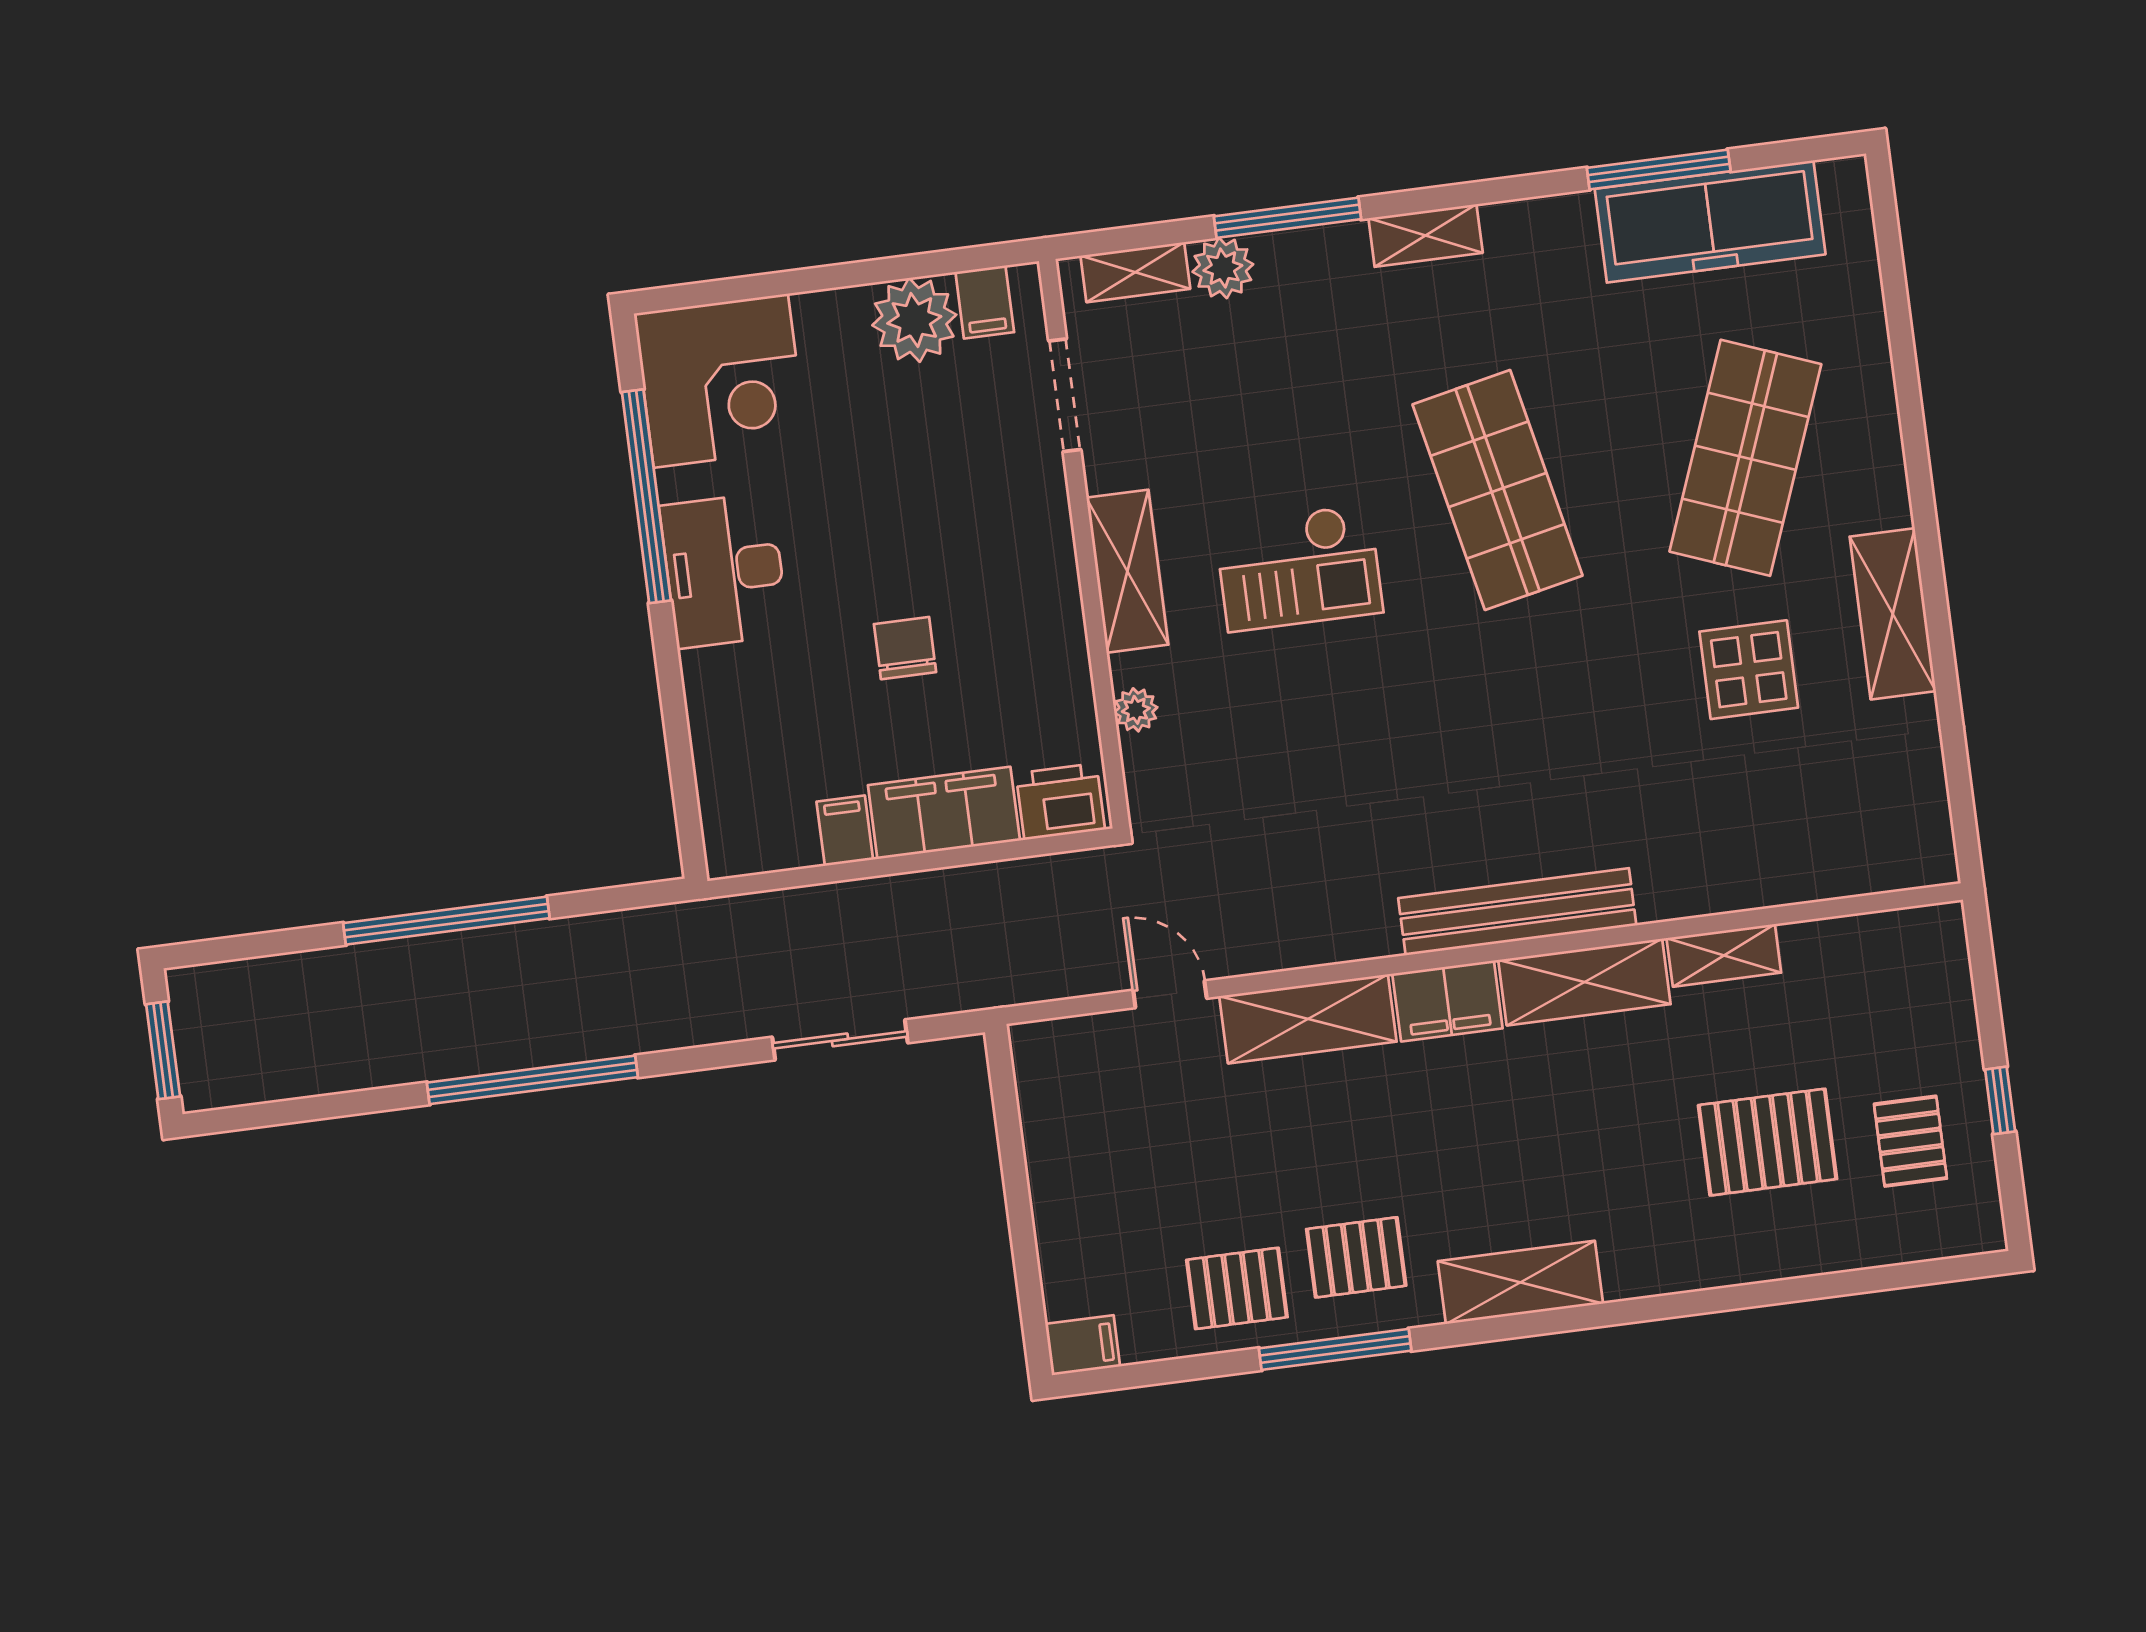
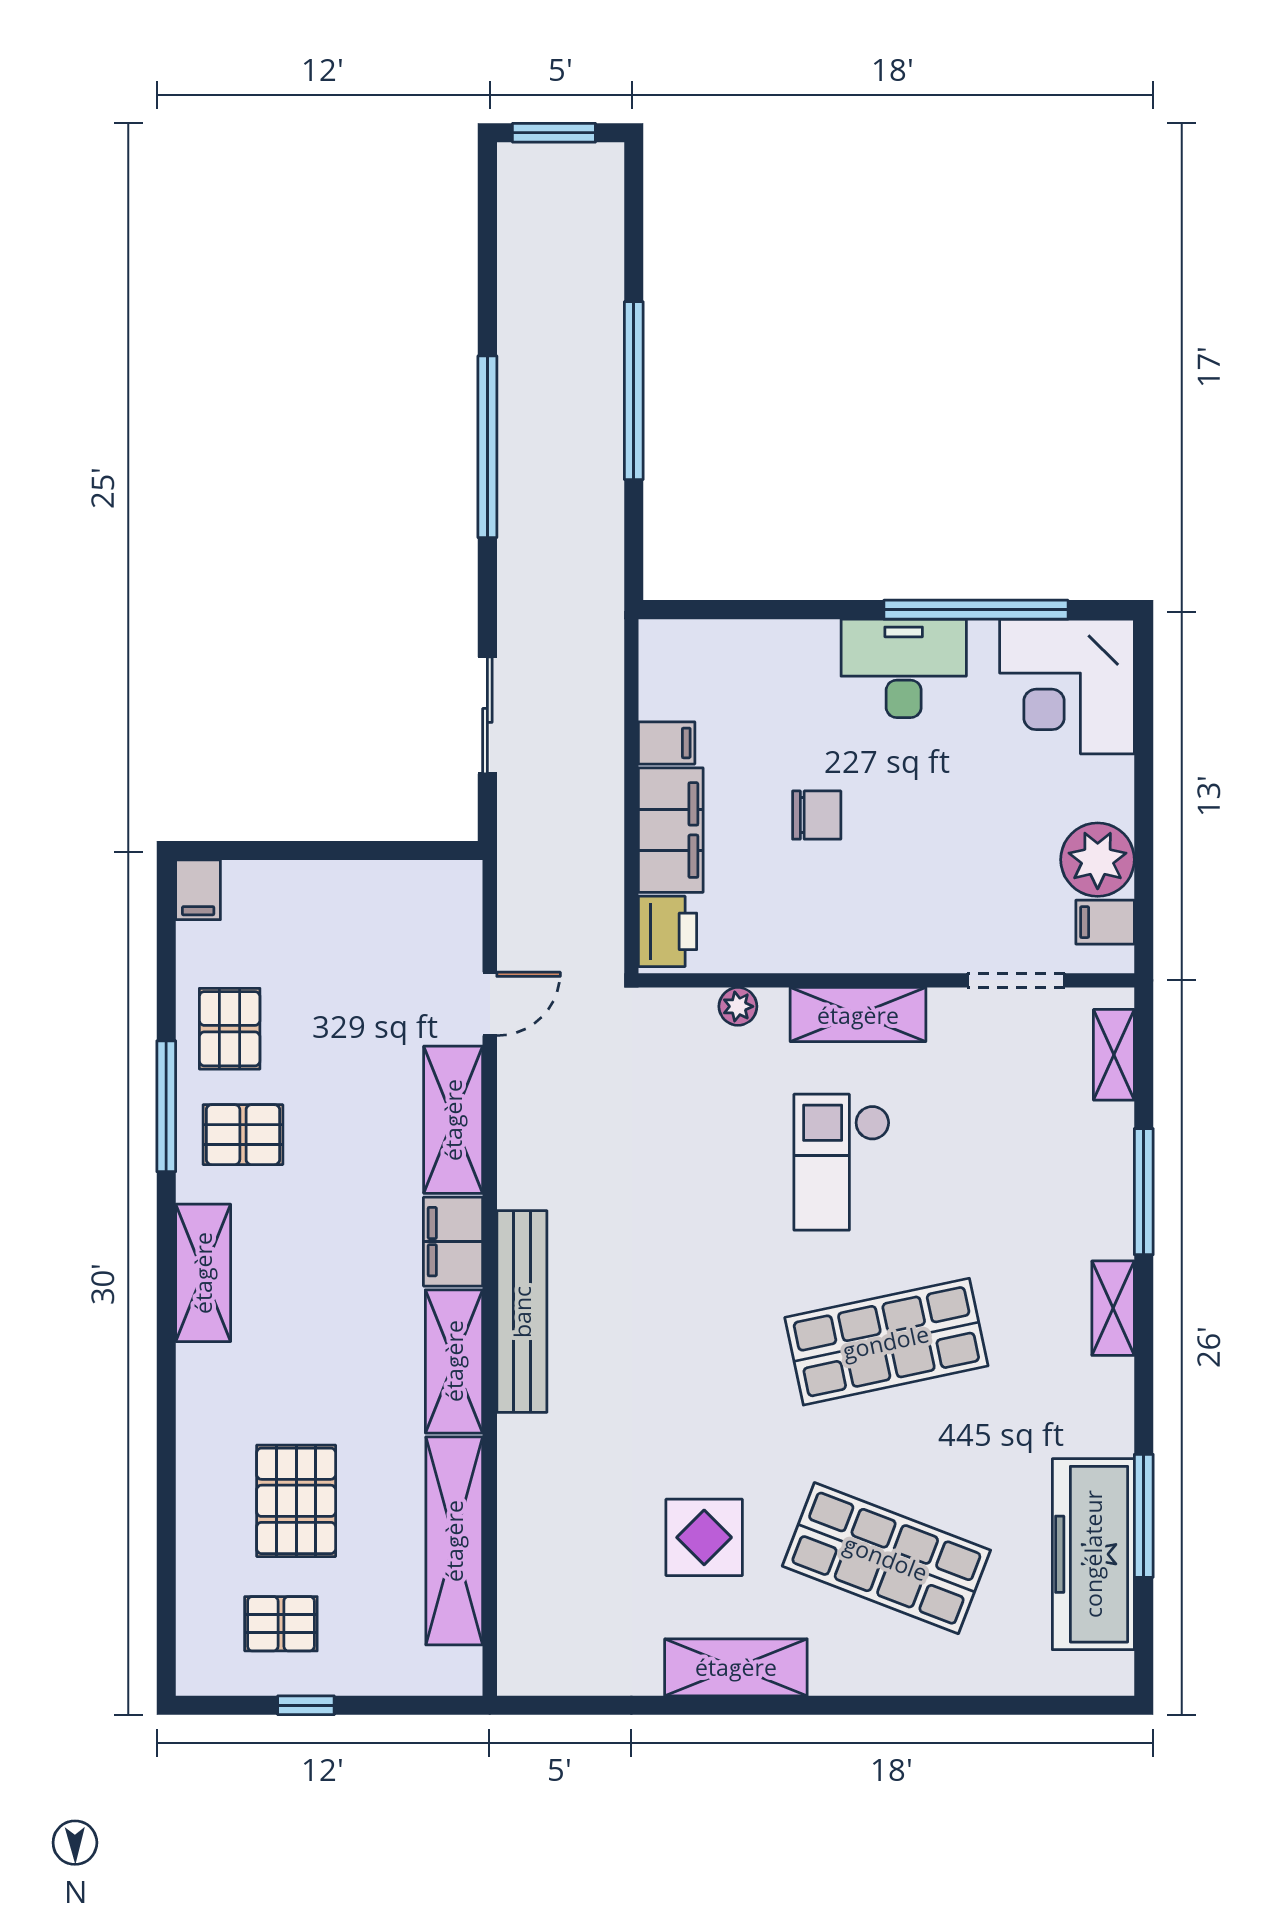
plant: (1223, 268) -> (1108, 1130), removed
shelving: (1724, 955) -> (454, 1541), width x2.20, depth x1.33
pallet: (1356, 1257) -> (243, 1135), turned 90

